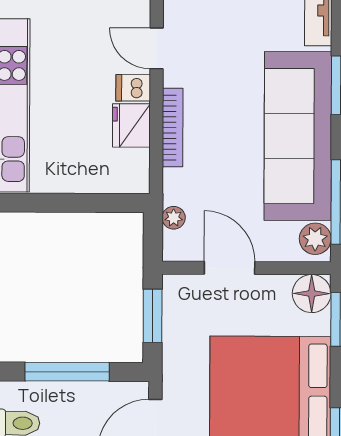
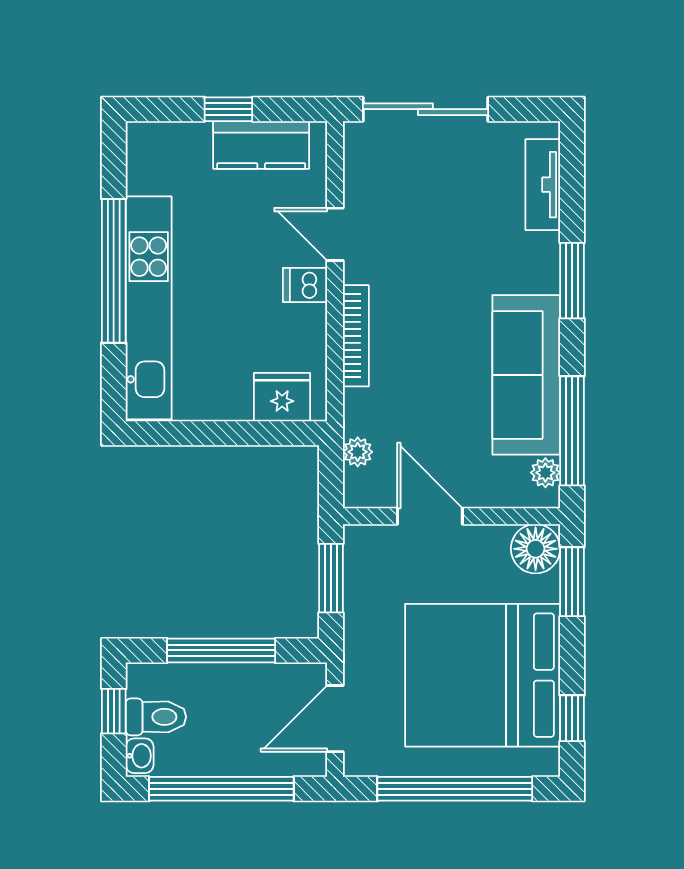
fridge: (131, 125) -> (282, 397), moved, turned 90
sofa: (298, 136) -> (526, 375), width x0.74, depth x0.79
plant: (315, 239) -> (545, 473), width x0.73, depth x0.73

